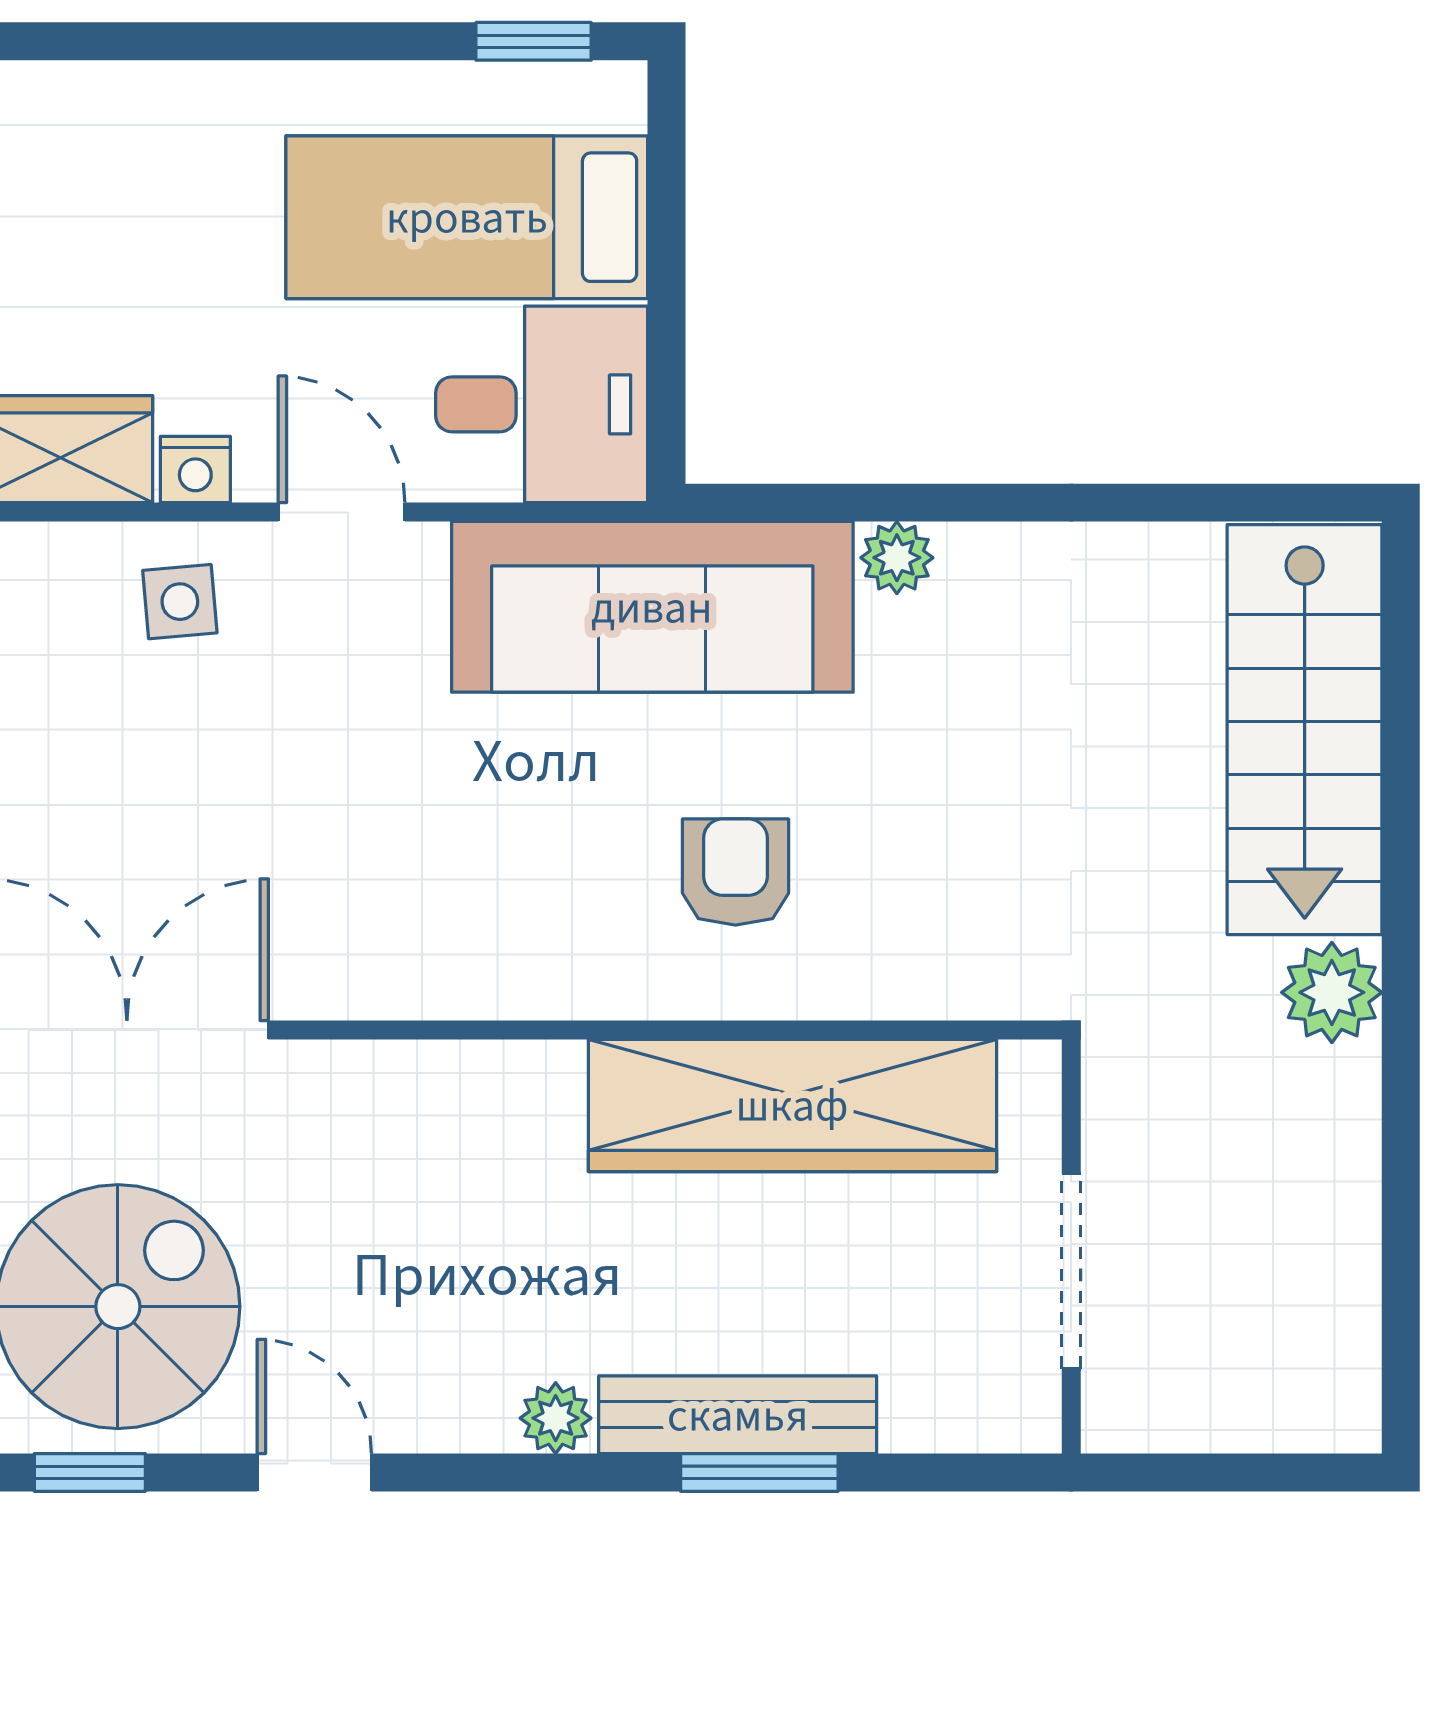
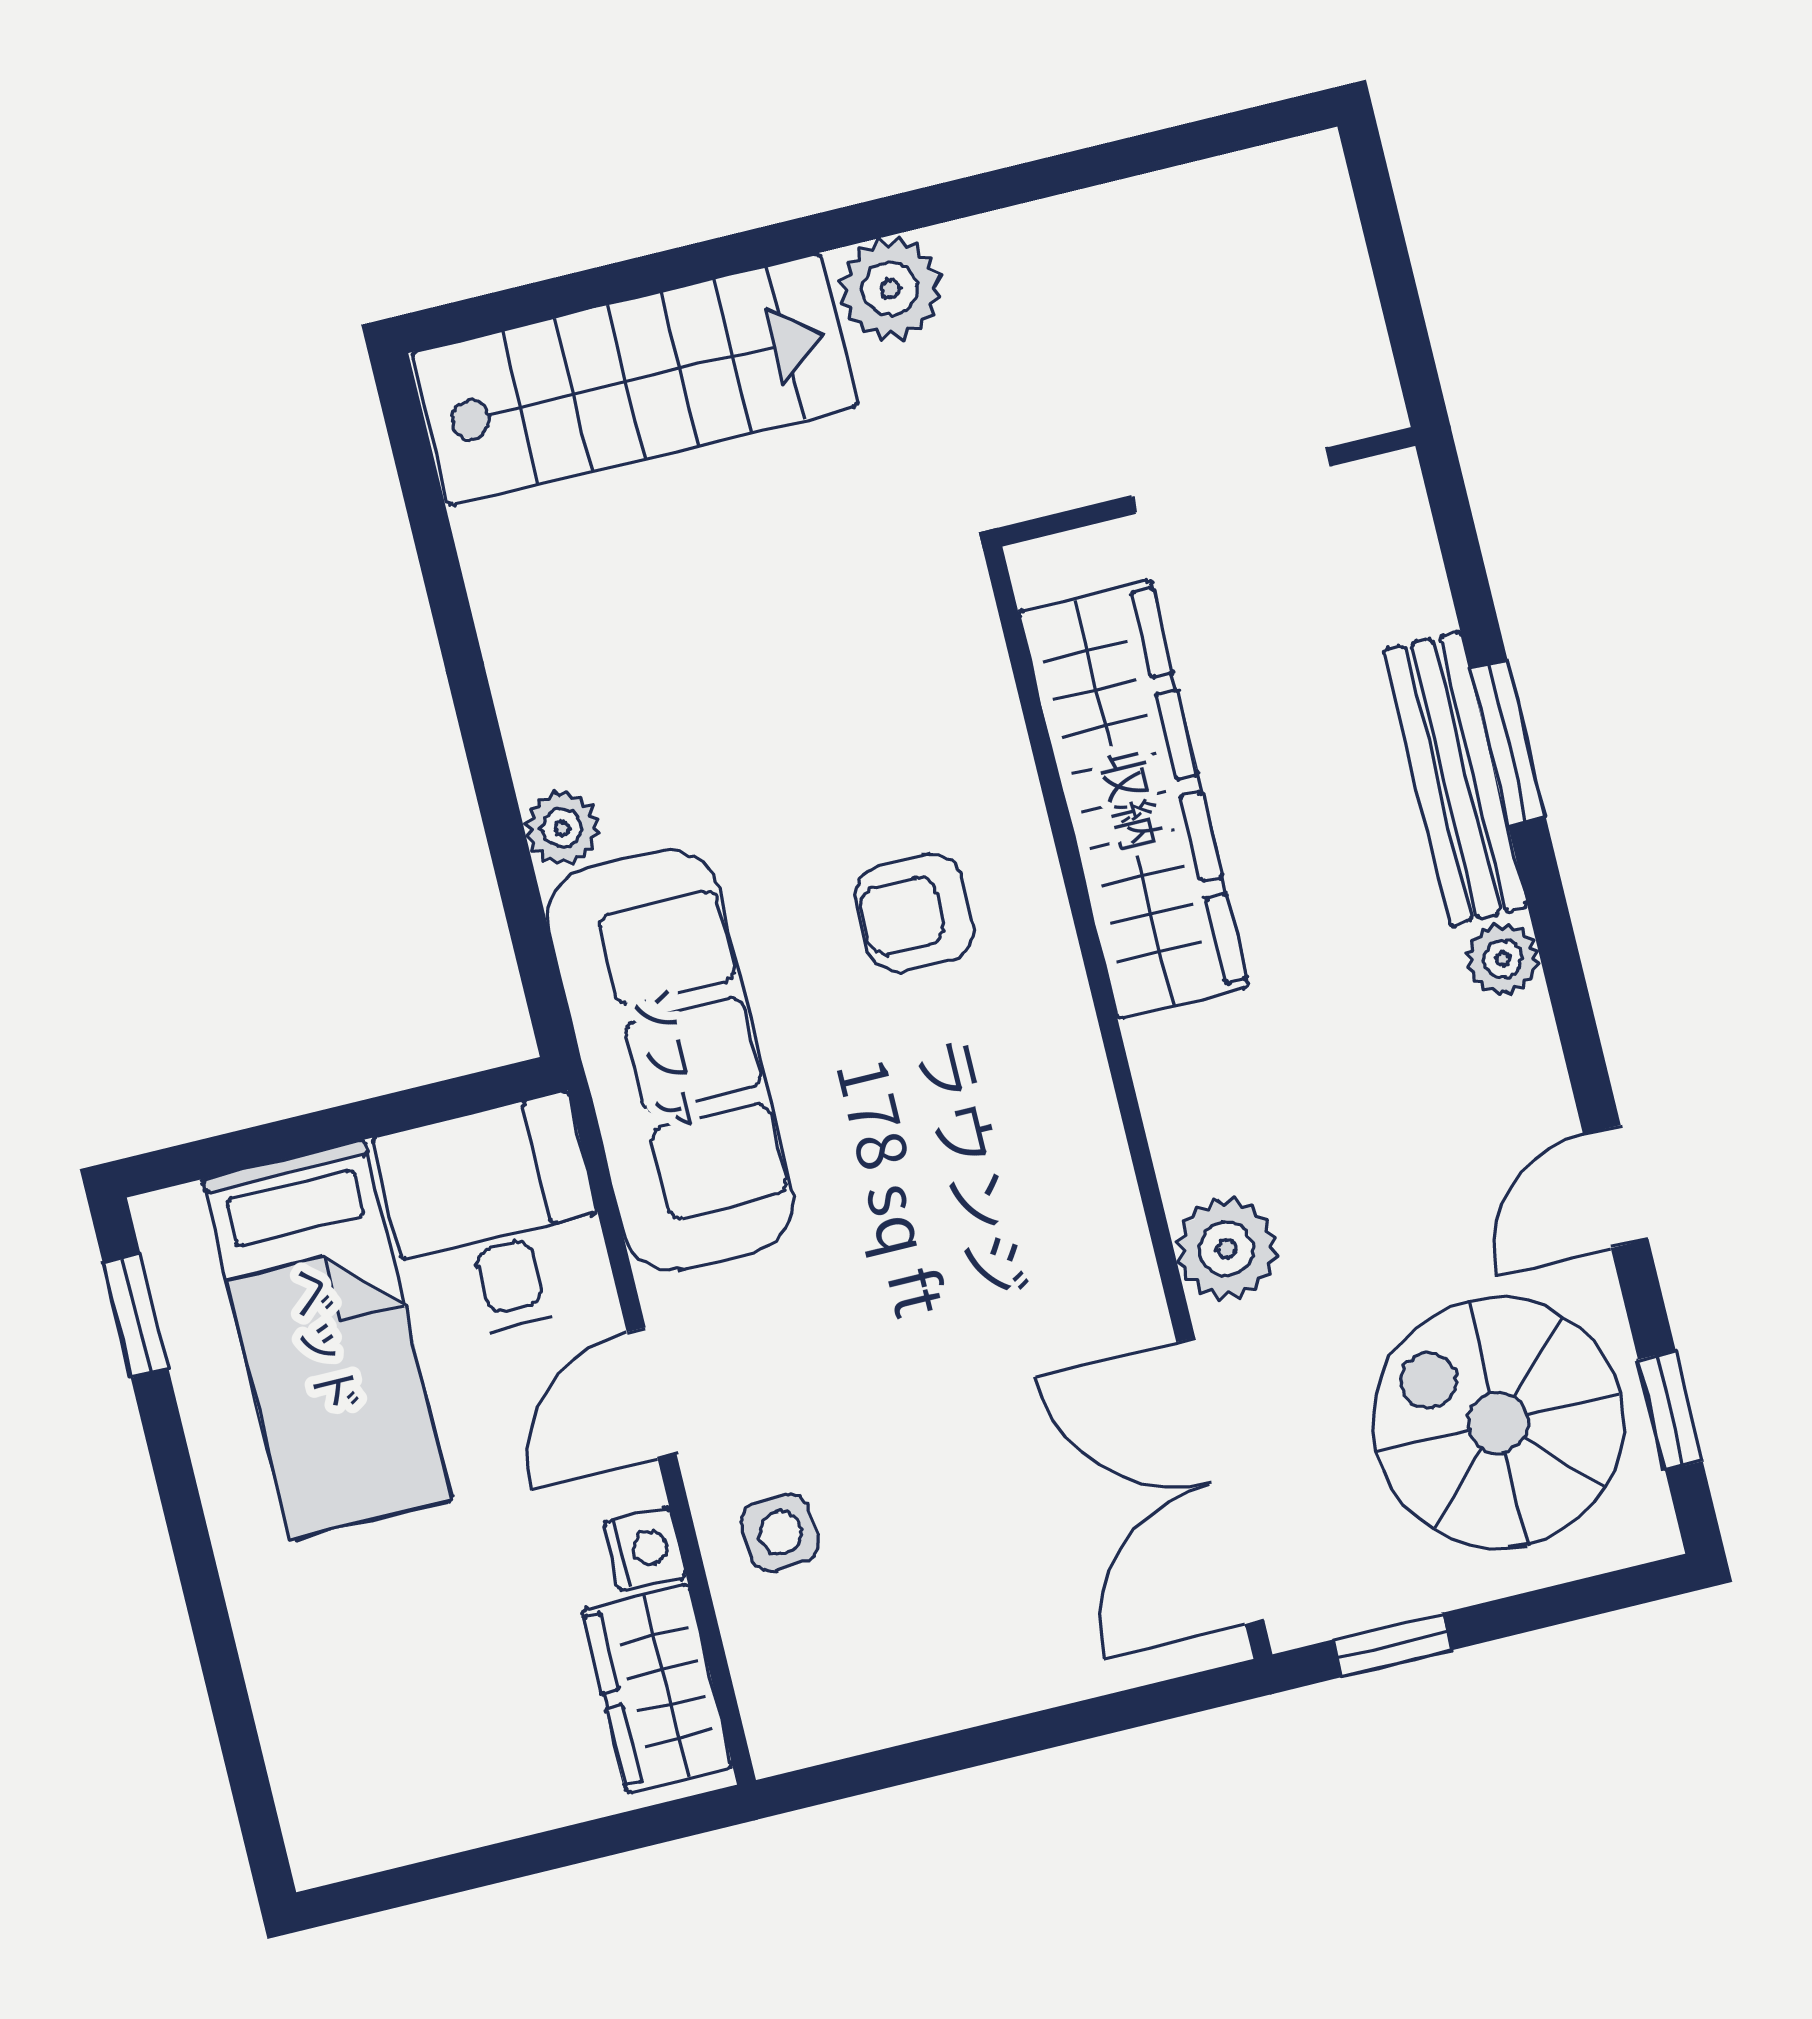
plant: (345, 1090) -> (1227, 1249), added

